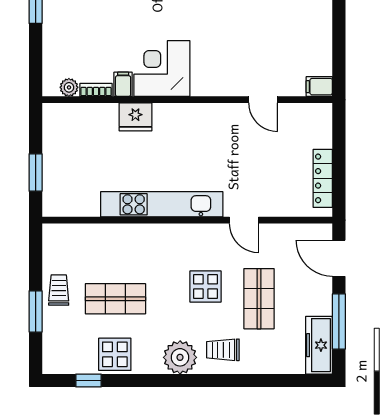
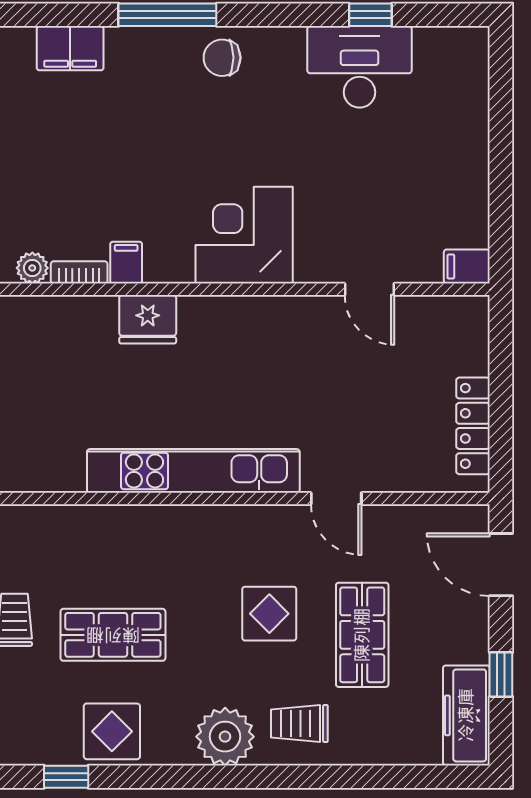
corner desk: (162, 68) -> (244, 235), moved
window: (339, 322) -> (501, 674), width x0.46

